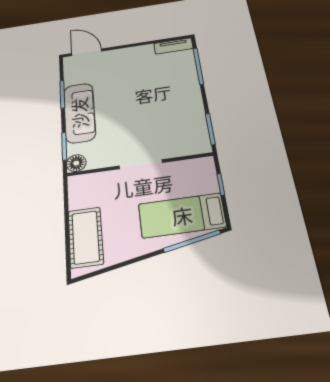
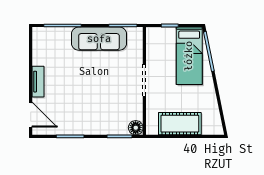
tv unit: (173, 46) -> (38, 82), moved
door: (87, 52) -> (31, 115), swing flipped
sofa: (79, 113) -> (99, 39), moved, turned 180
cot: (86, 237) -> (180, 124), moved

